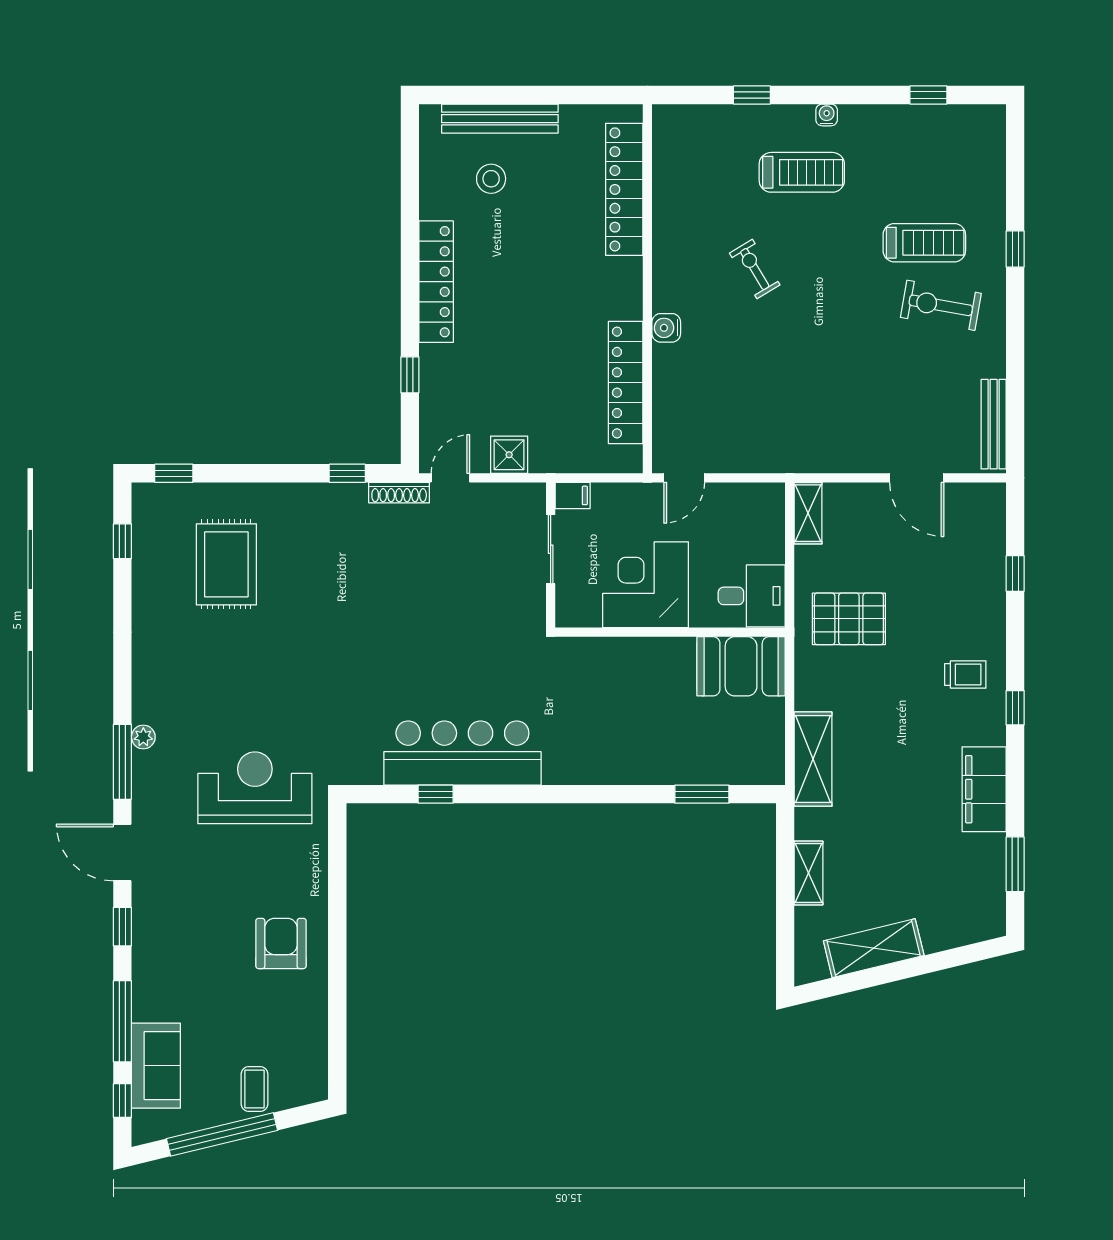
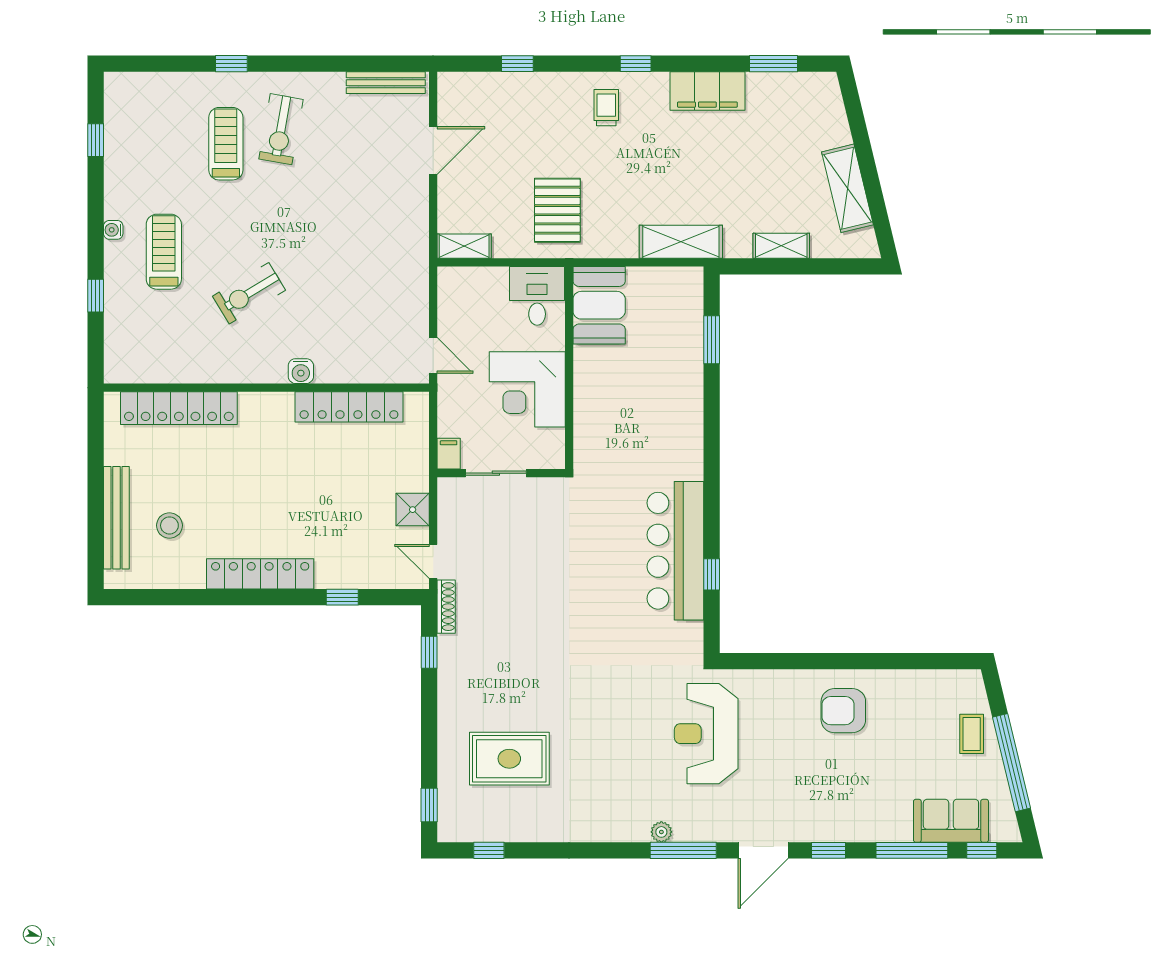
exercise bike: (755, 269) -> (249, 293), width x1.38, depth x1.39
coffee table: (254, 1089) -> (972, 734), turned 90

